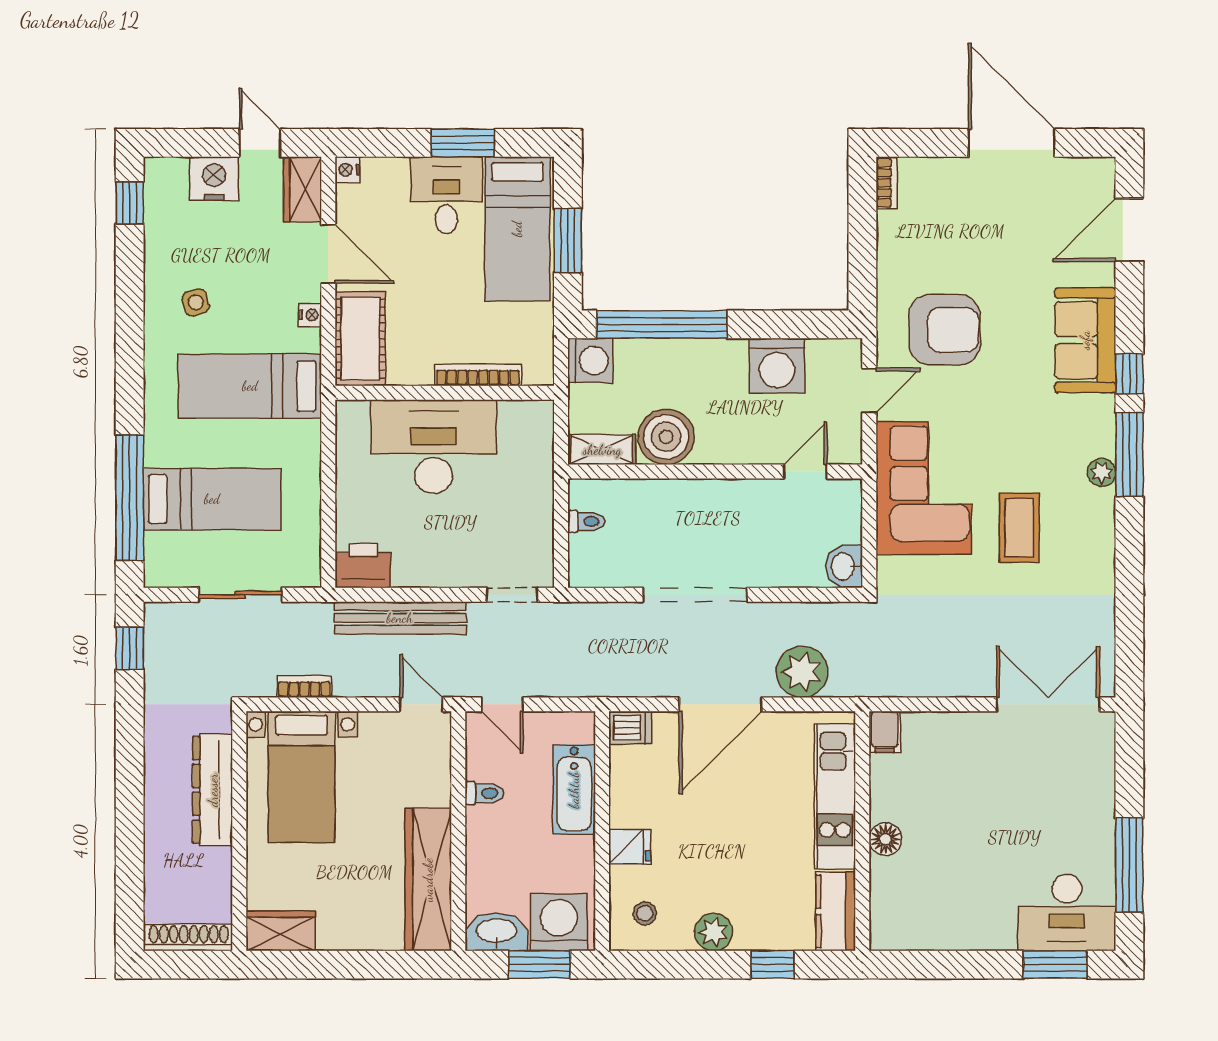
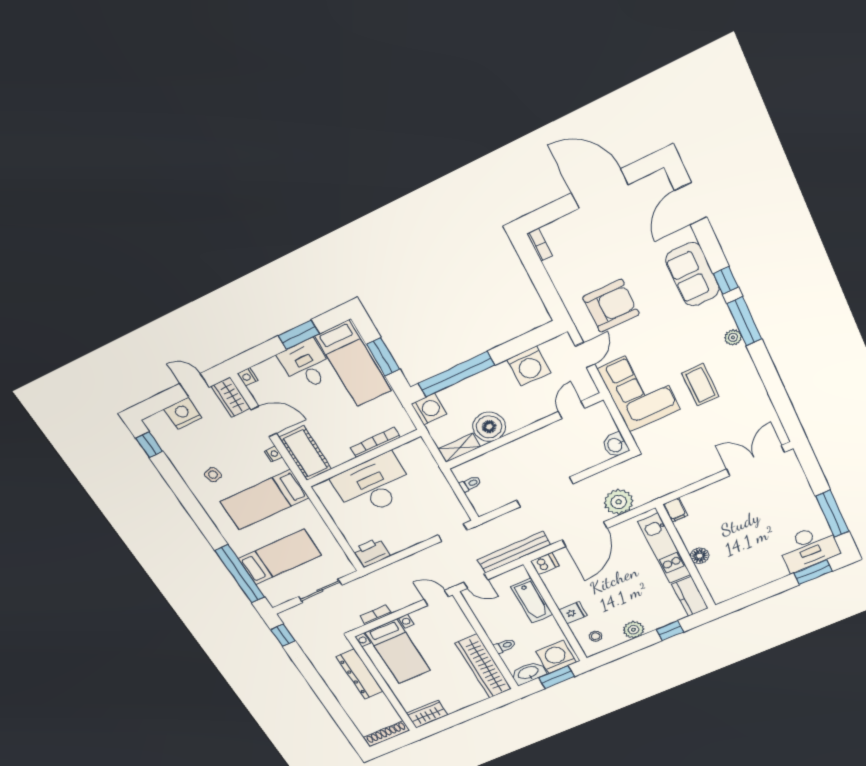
bench: (400, 618) -> (514, 552), moved
toilet: (484, 793) -> (505, 646), moved

